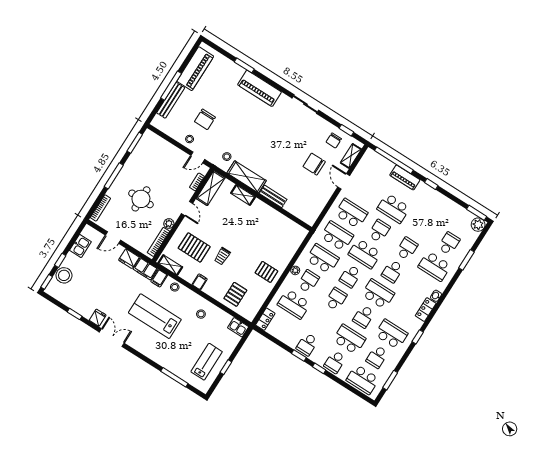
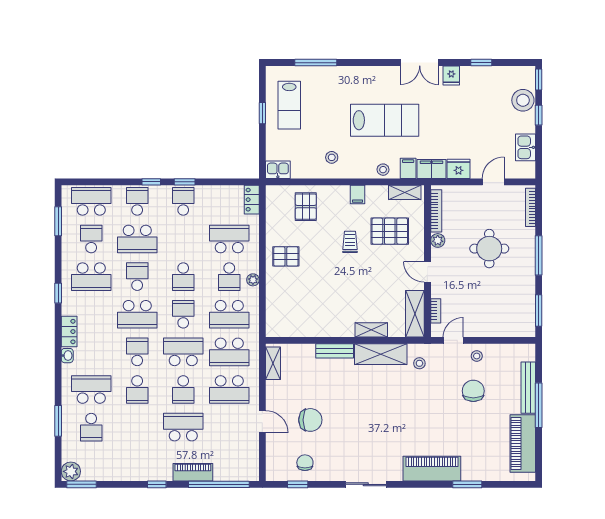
shelving: (351, 156) -> (273, 363), moved

